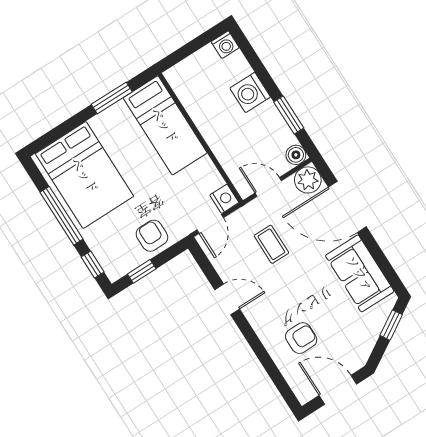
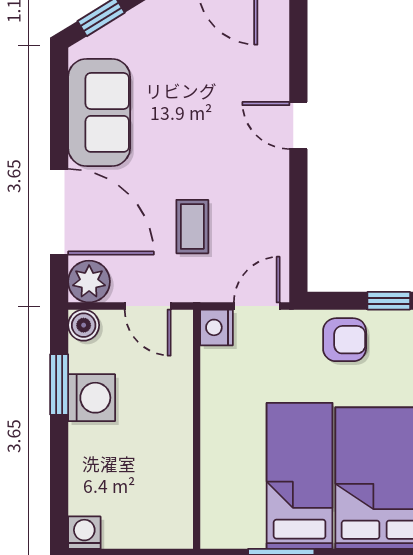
washing machine: (250, 93) -> (92, 398), moved
bed: (165, 125) -> (300, 476), moved
armchair: (152, 236) -> (345, 340), turned -90
door: (227, 299) -> (298, 125), moved
armchair: (301, 338) -> (232, 76), removed

